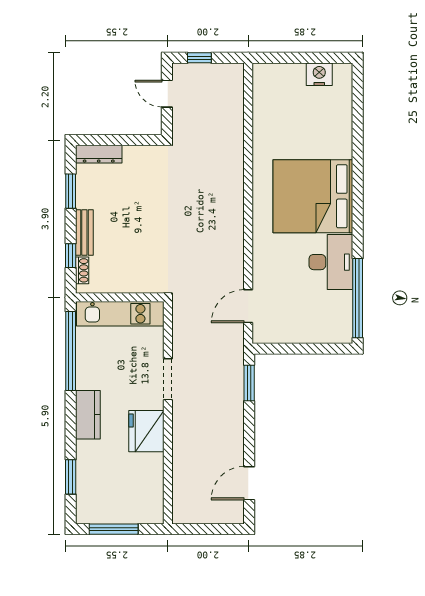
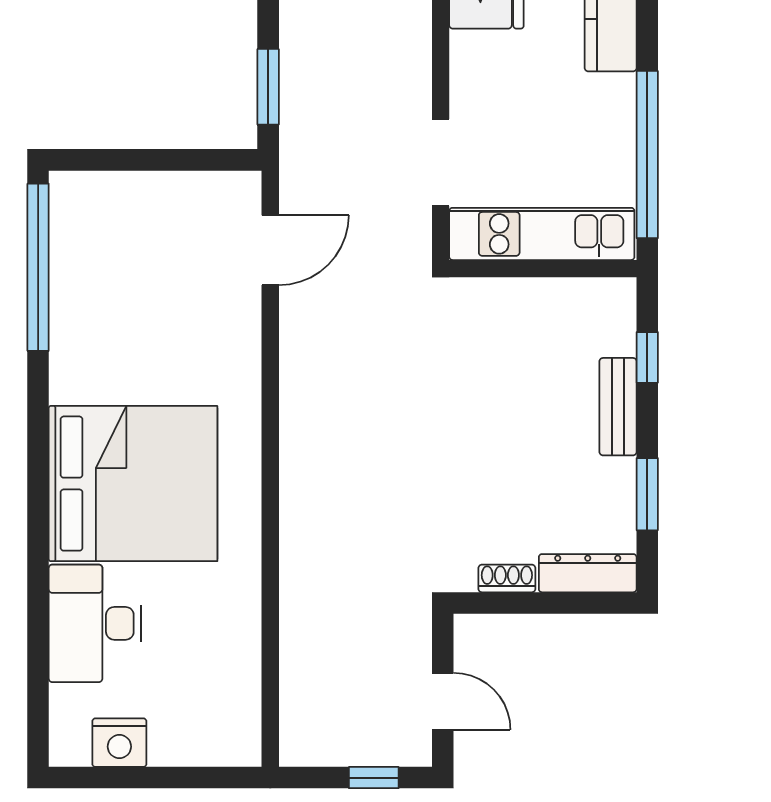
desk: (331, 262) -> (95, 623), moved
shoe rack: (82, 270) -> (507, 578), moved, turned 90
doorway: (168, 379) -> (441, 163), moved

